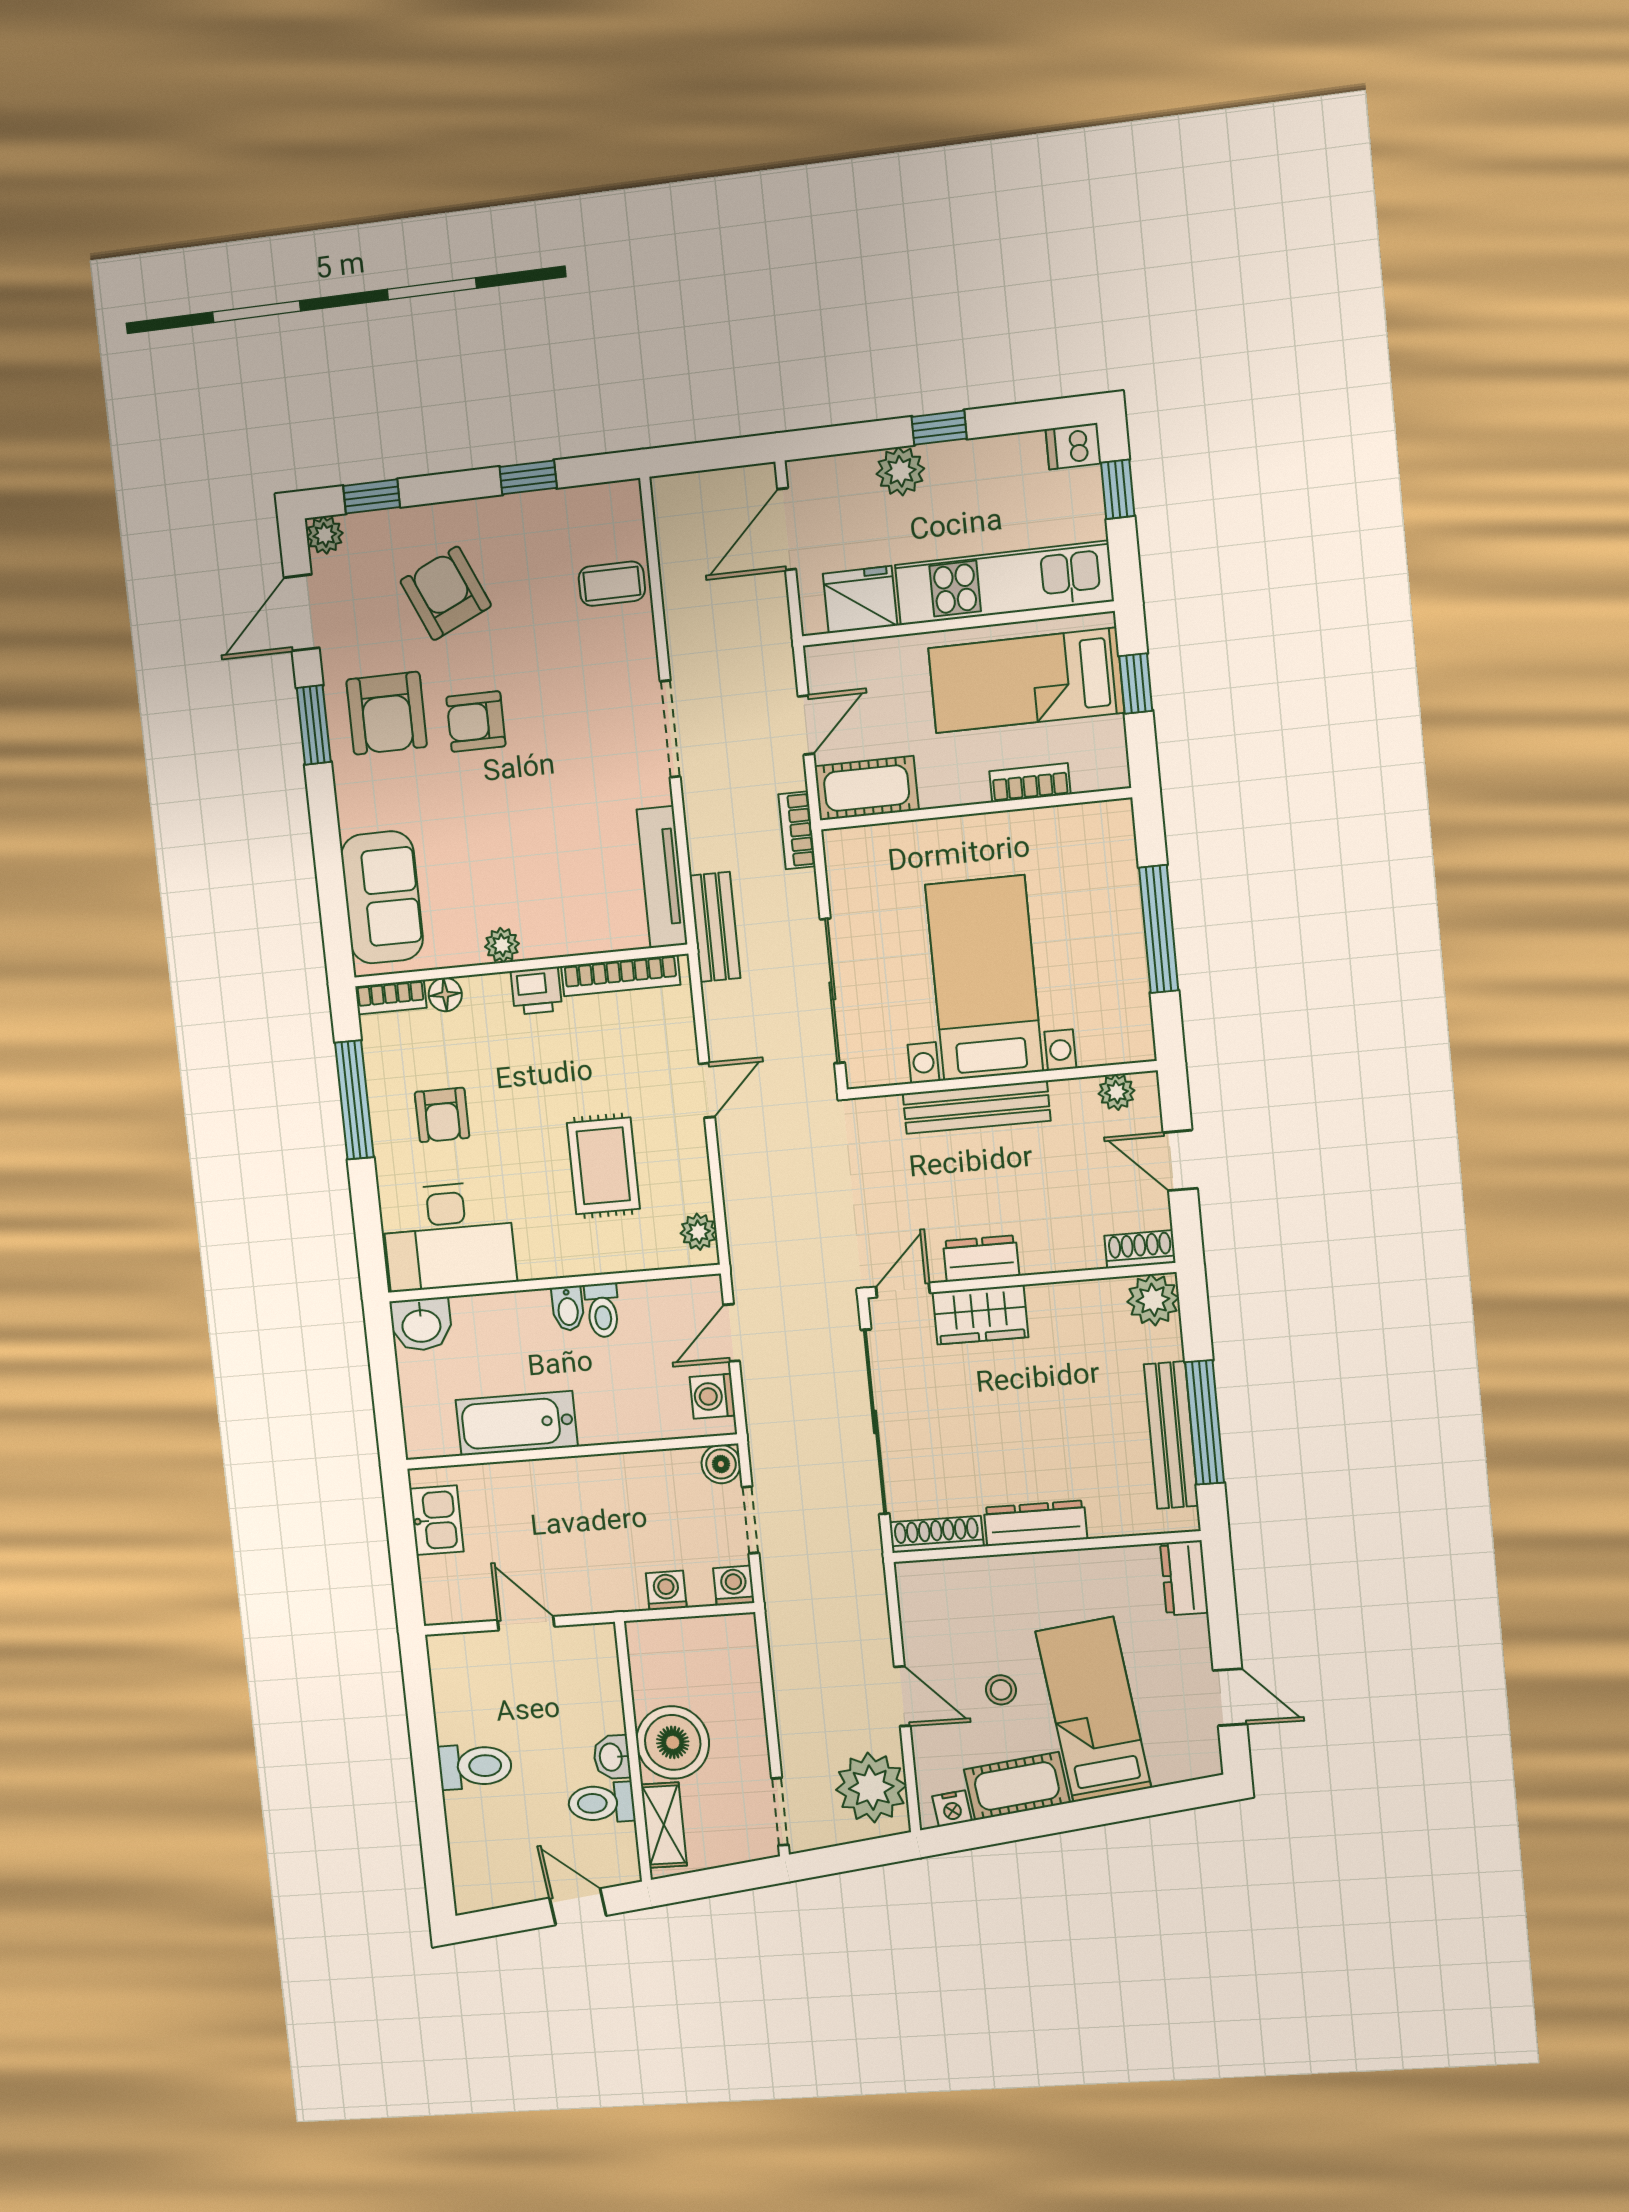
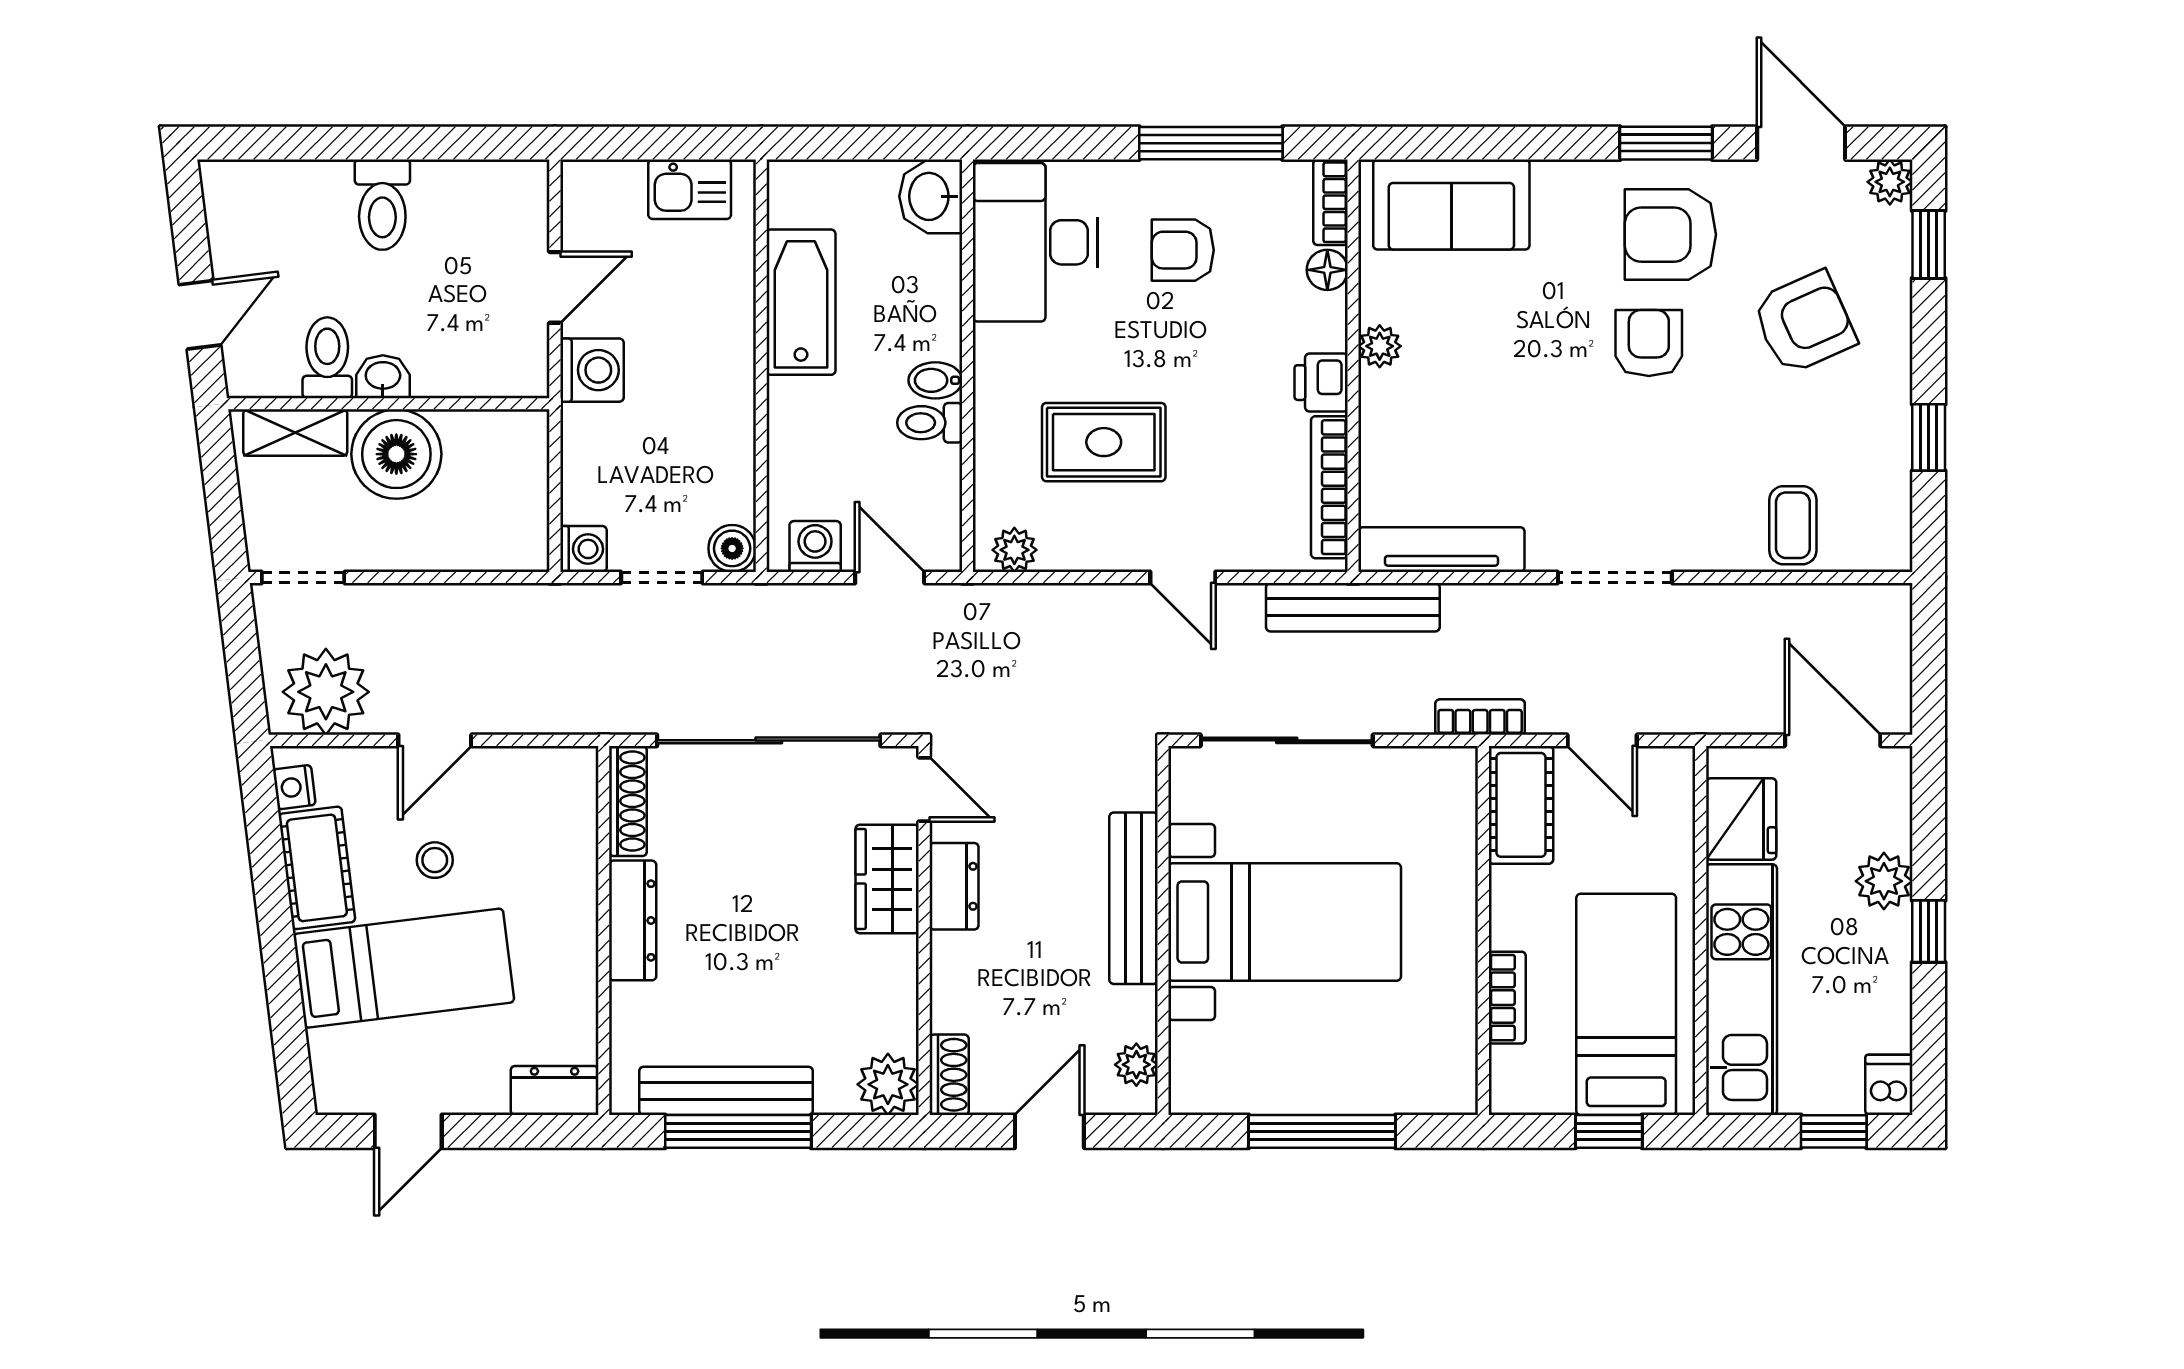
bench: (715, 927) -> (1353, 607), width x1.36
washing machine: (666, 1590) -> (592, 370), moved, width x1.38, depth x1.38

